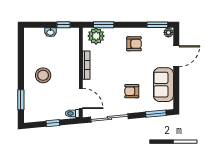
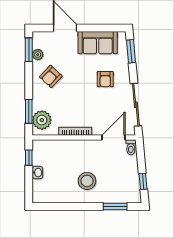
plant: (168, 32) -> (38, 55), moved
armchair: (134, 44) -> (51, 76), turned -137
window: (53, 123) -> (143, 181), moved

